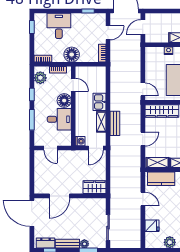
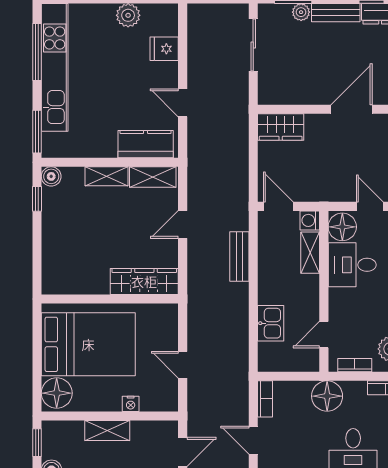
door: (108, 33) -> (253, 440), hinge flipped
door: (73, 85) -> (324, 335), hinge flipped
door: (143, 89) -> (183, 365), moved
floor lamp: (64, 101) -> (342, 227), moved
kitchen sink: (99, 102) -> (271, 323), moved
shelving: (101, 122) -> (310, 253), moved
door: (96, 148) -> (278, 206), hinge flipped

